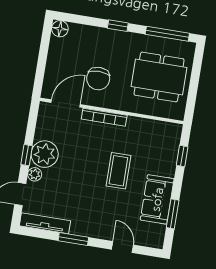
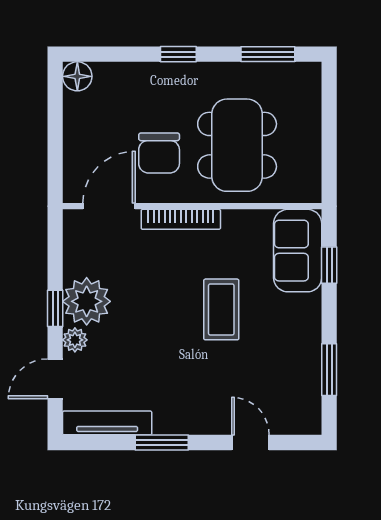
window: (167, 34) -> (268, 54), width x0.69
dining table: (159, 77) -> (237, 145), moved, turned 90
sofa: (157, 199) -> (298, 251), moved

